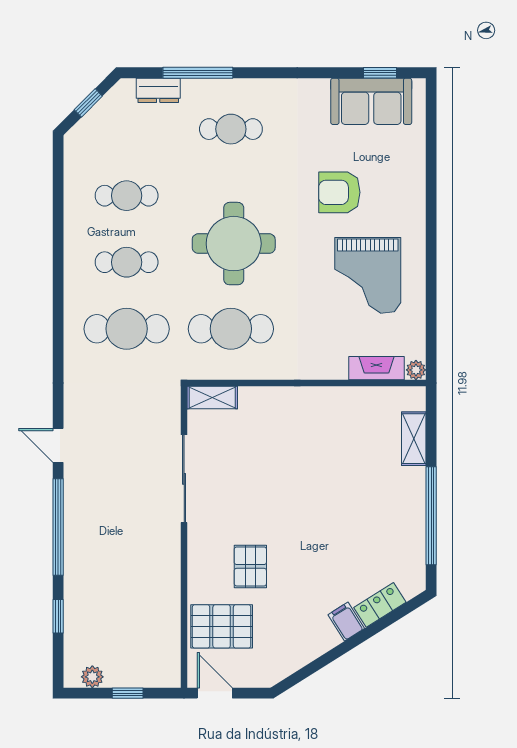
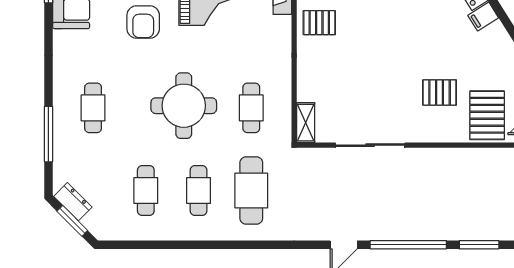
dresser: (158, 90) -> (73, 202), moved, turned -45
window: (88, 103) -> (72, 221), width x1.50
cafe table: (231, 329) -> (251, 108), width x0.73, depth x0.74
pallet: (338, 415) -> (319, 23), added
window: (58, 616) -> (479, 245), width x1.50

